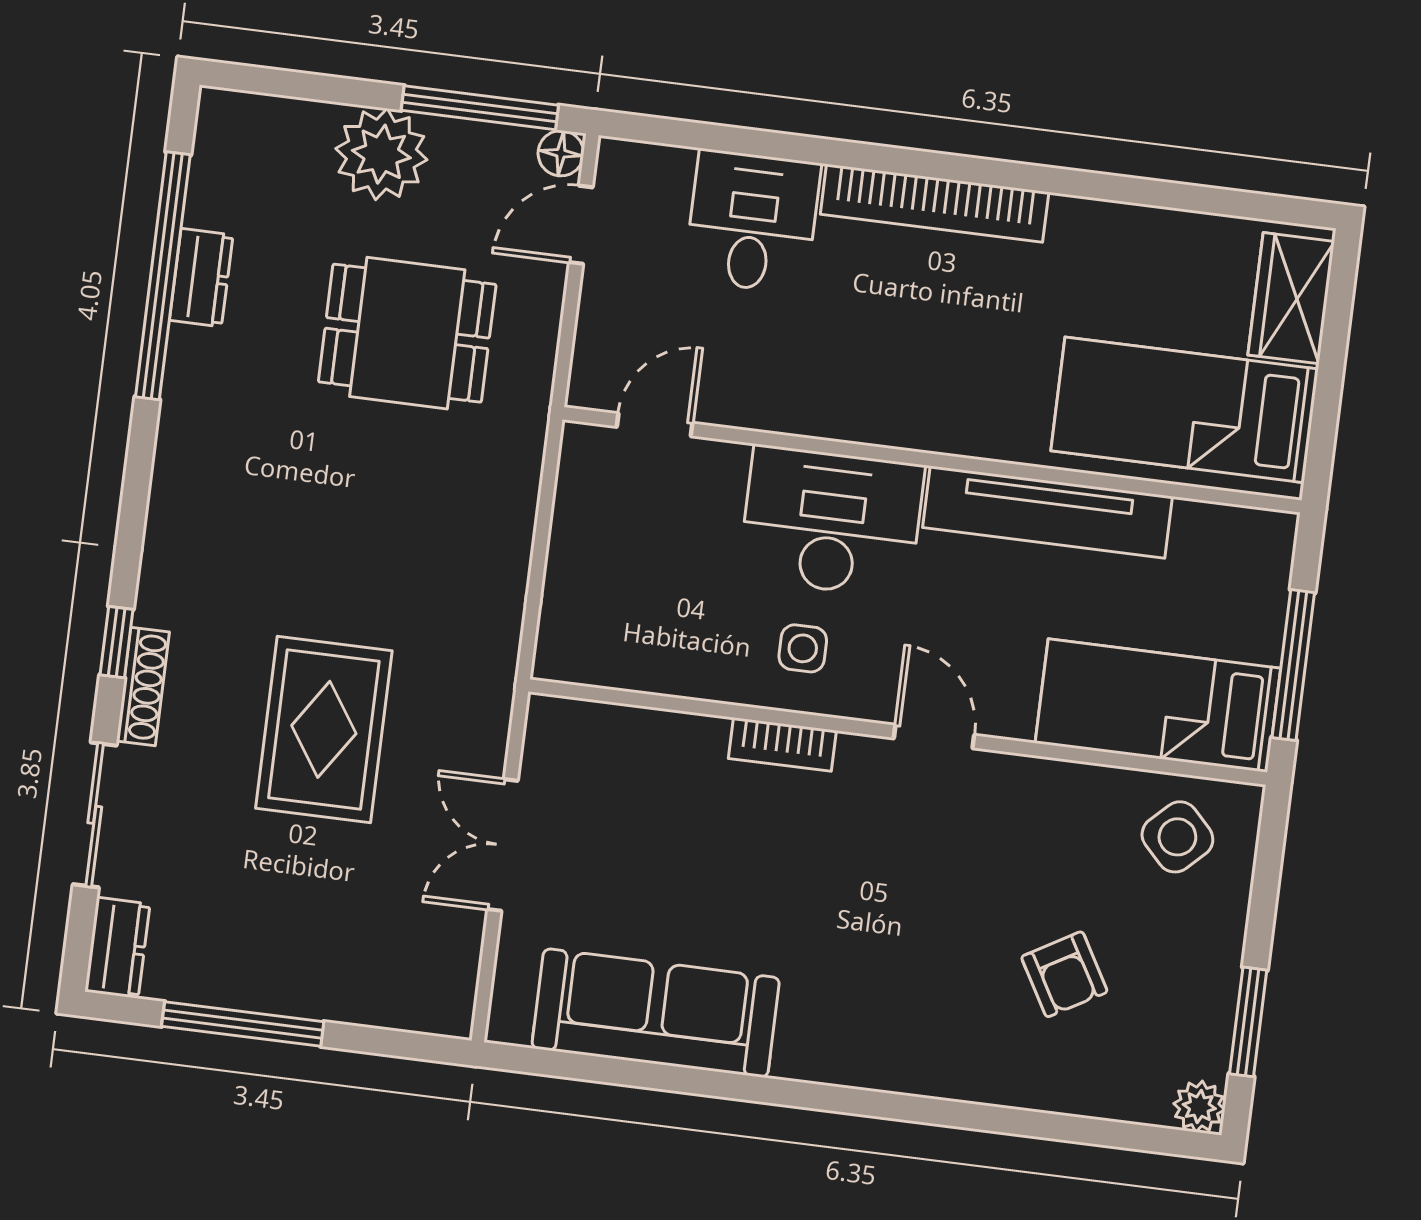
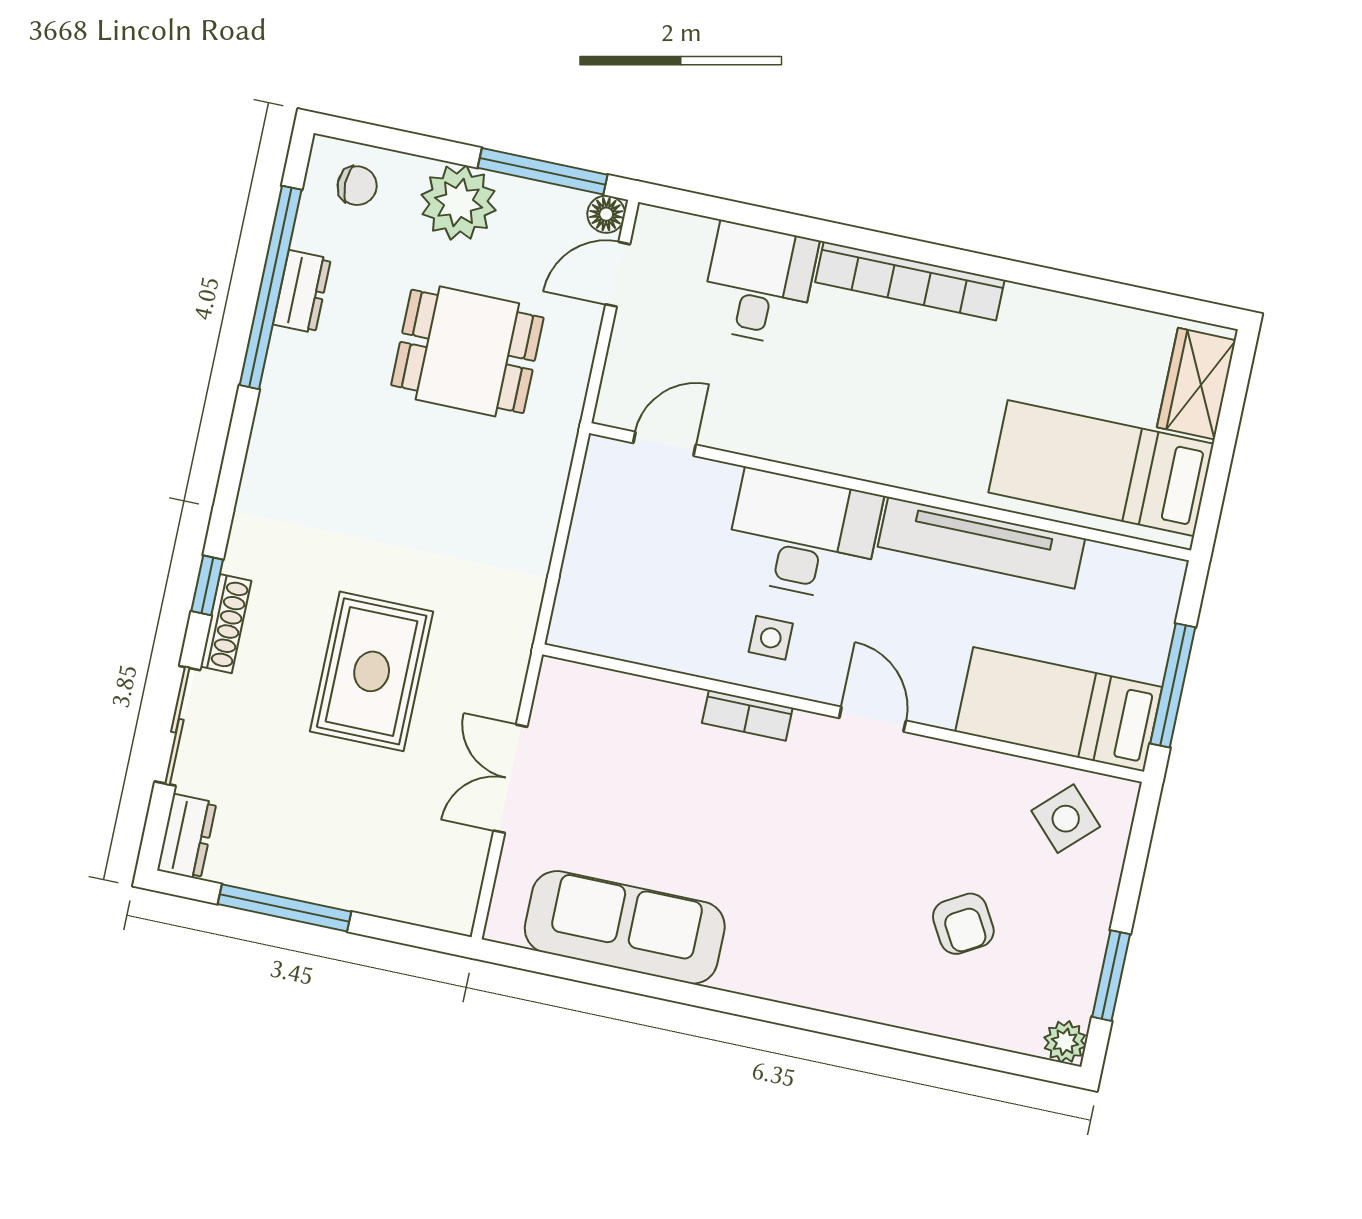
chair: (257, 144) -> (357, 186), added

